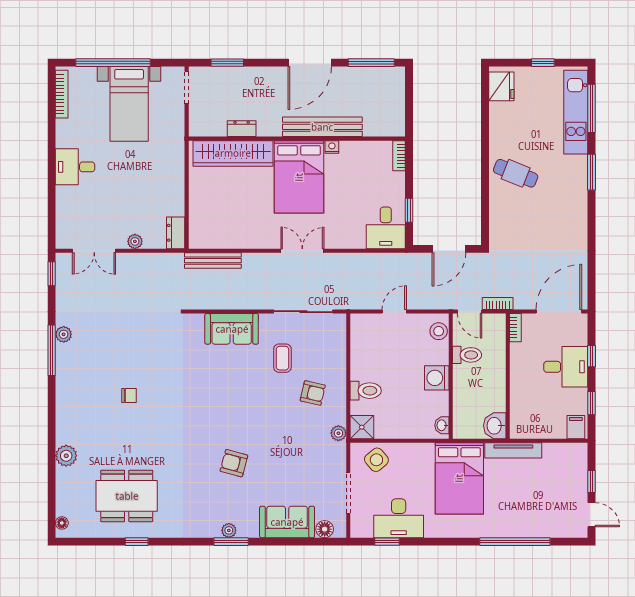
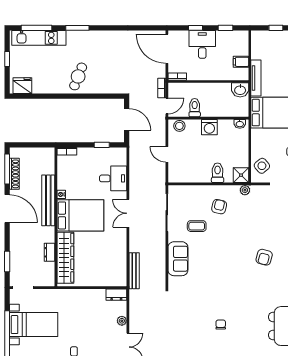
shoe rack: (364, 74) -> (14, 174), added
desk: (386, 228) -> (113, 178), moved
filing cabinet: (576, 427) -> (241, 62), moved

